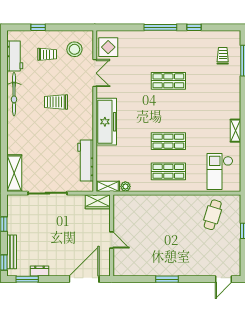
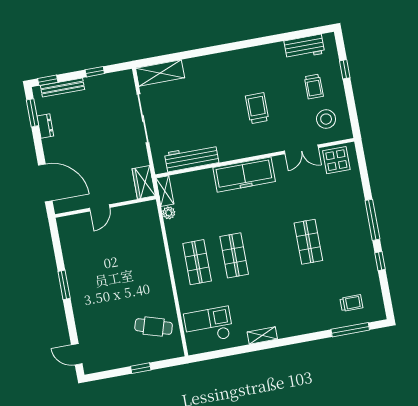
bicycle: (14, 94) -> (257, 55), removed

